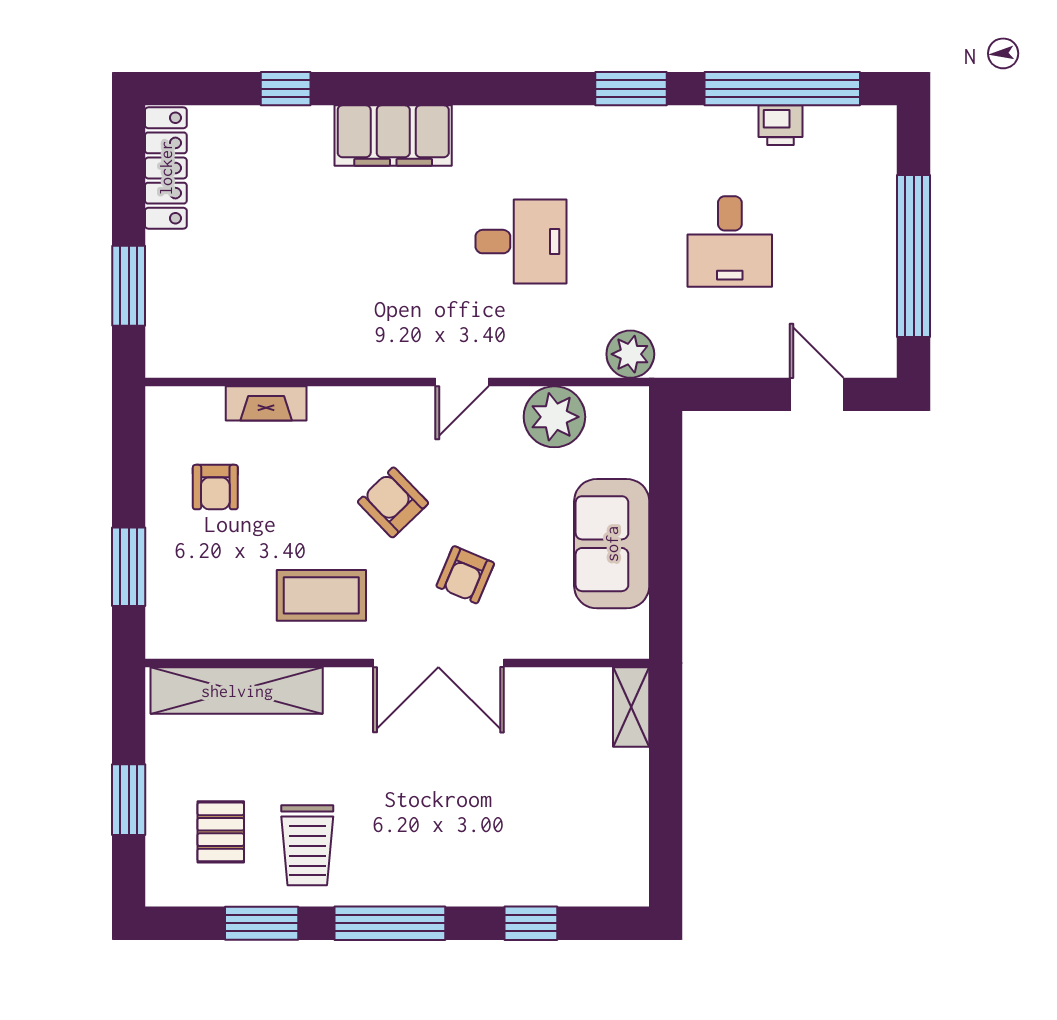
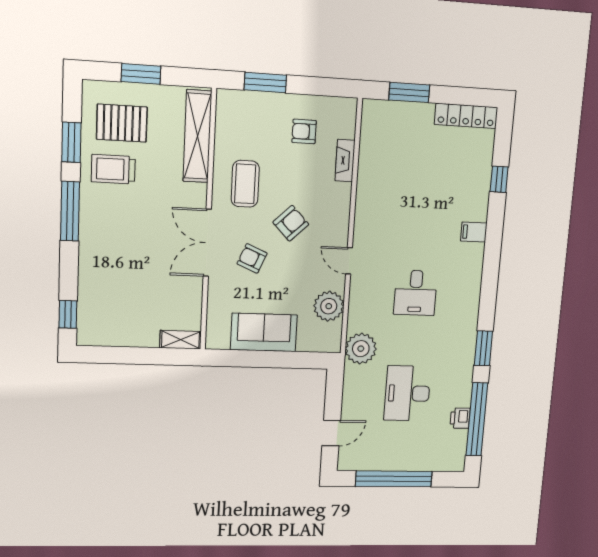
filing cabinet: (393, 136) -> (474, 232), width x0.33, depth x0.86
desk: (730, 242) -> (407, 393), width x1.37
plant: (630, 354) -> (361, 349), width x1.36, depth x1.36
pallet: (221, 832) -> (122, 123), width x1.50, depth x1.42
window: (531, 923) -> (68, 314), moved

